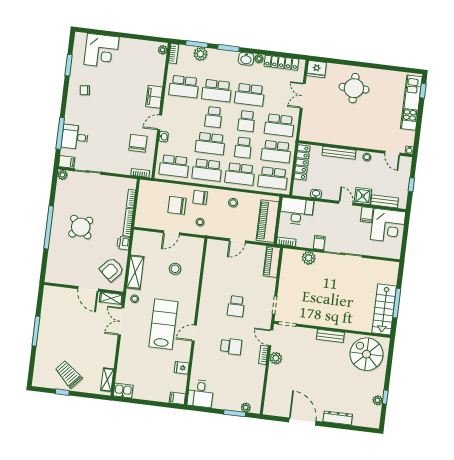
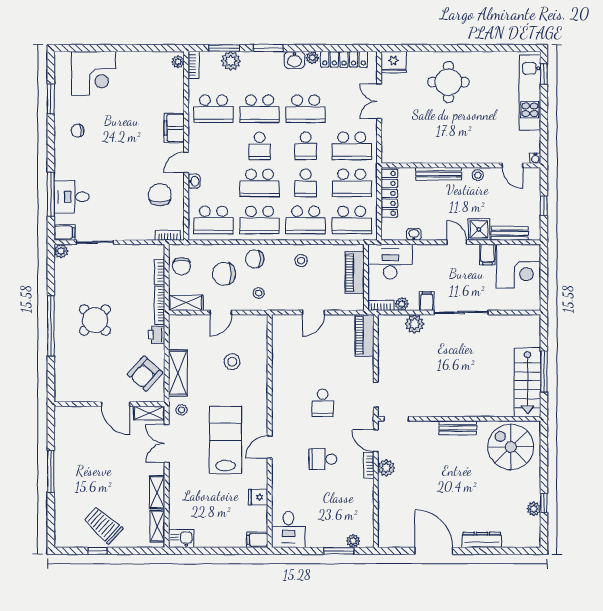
chair: (147, 196) -> (182, 266), added
piano: (267, 221) -> (355, 272), width x0.73, depth x0.75
shelving: (147, 223) -> (186, 303), added
plant: (301, 242) -> (402, 304), added
school desk: (231, 346) -> (323, 459), turned 180
shelving: (110, 355) -> (157, 492), added

